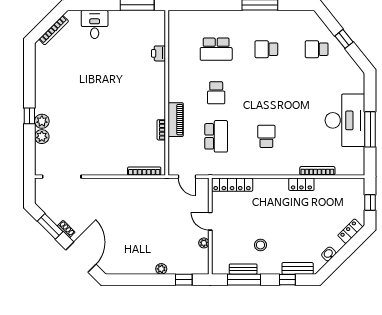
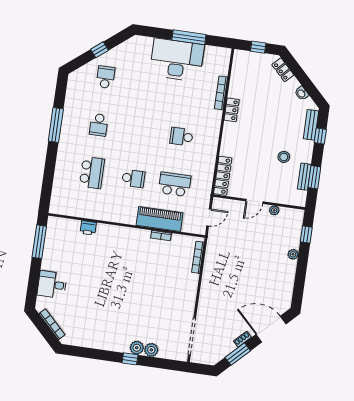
school desk: (317, 49) -> (105, 77), turned 180
piano: (176, 120) -> (160, 219), width x1.37, depth x1.33
window: (244, 280) -> (314, 177), width x0.69

